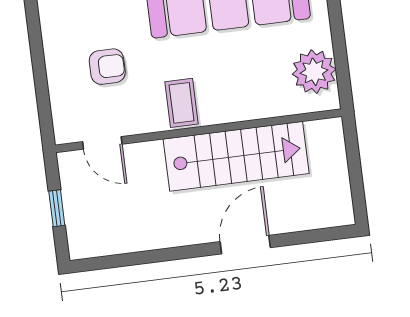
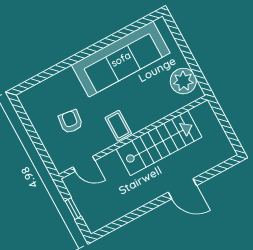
armchair: (107, 67) -> (71, 122), turned -83
door: (245, 245) -> (182, 189), swing flipped

